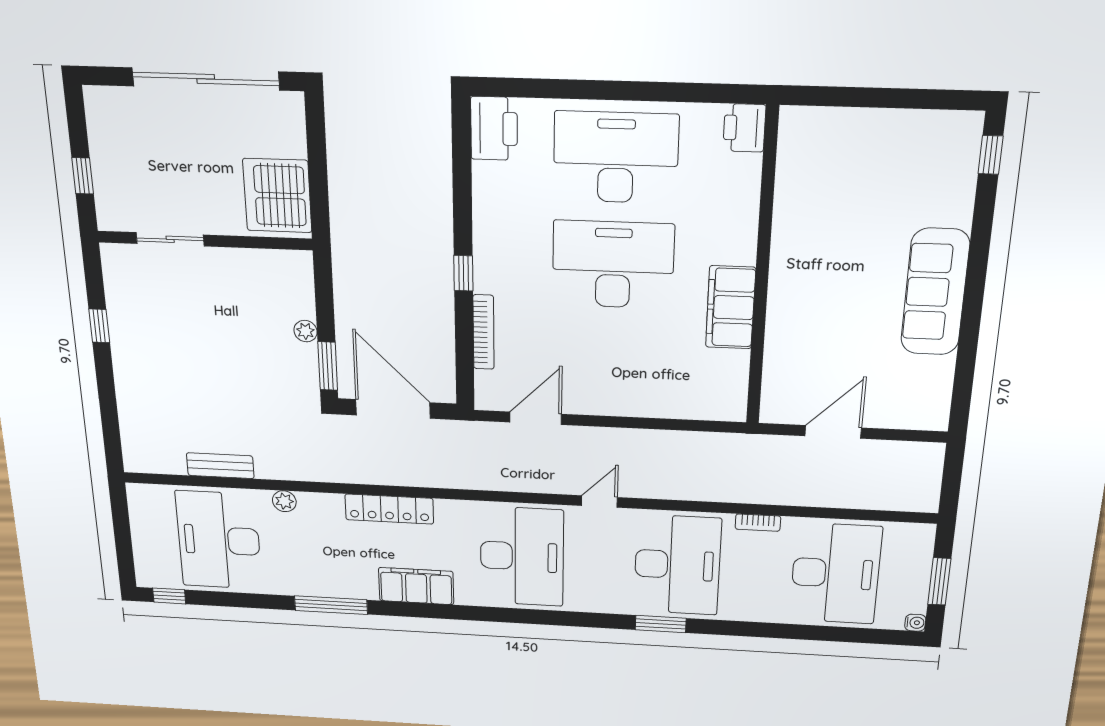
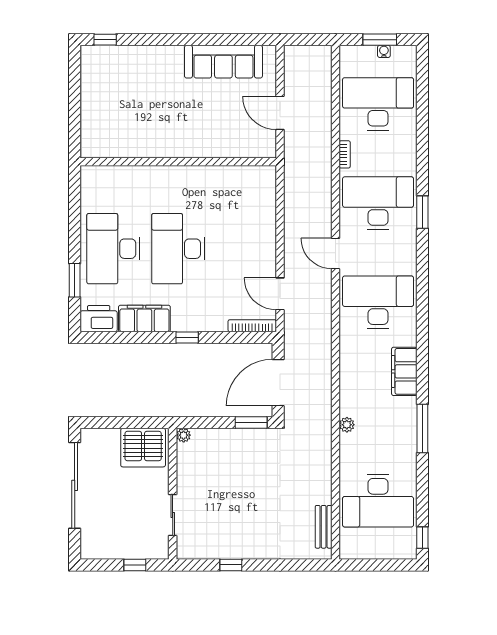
window: (561, 89) -> (75, 280), added
printer: (744, 128) -> (94, 177), removed
sofa: (935, 292) -> (223, 62), moved
filing cabinet: (731, 307) -> (144, 319), moved, turned 180
plant: (306, 331) -> (184, 435), moved
bookcase: (484, 332) -> (252, 326), moved
bench: (220, 466) -> (324, 527), moved
plant: (284, 501) -> (347, 425), moved
door: (599, 501) -> (335, 254), width x1.38
locker: (389, 509) -> (349, 387), removed
water cooler: (915, 623) -> (384, 51), moved

